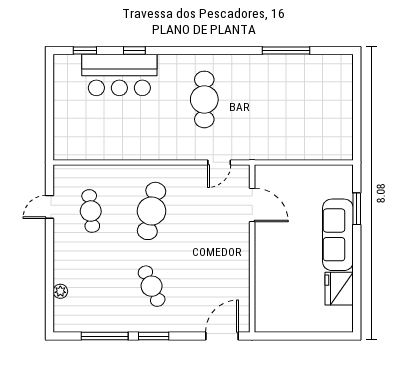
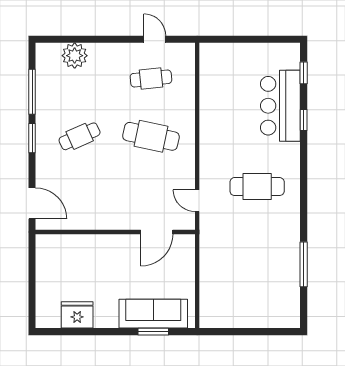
sofa: (338, 235) -> (153, 314), moved
plant: (60, 291) -> (75, 56), width x1.87, depth x1.87

